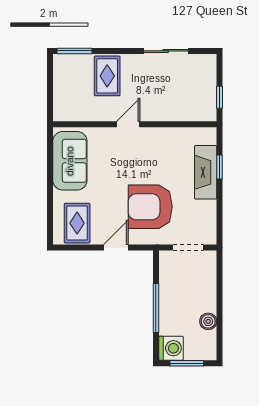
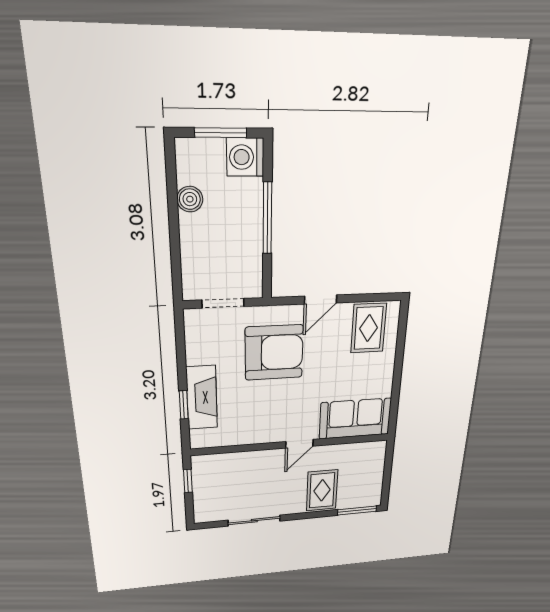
sofa: (70, 161) -> (355, 419), moved, turned 90

